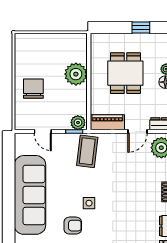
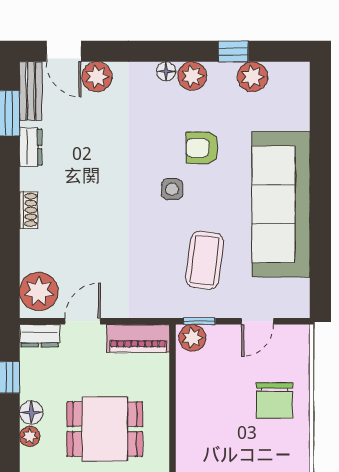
dining table: (125, 73) -> (105, 429), turned 90
plant: (76, 74) -> (196, 427), removed
door: (43, 132) -> (257, 321), swing flipped
coffee table: (87, 151) -> (205, 260), moved

